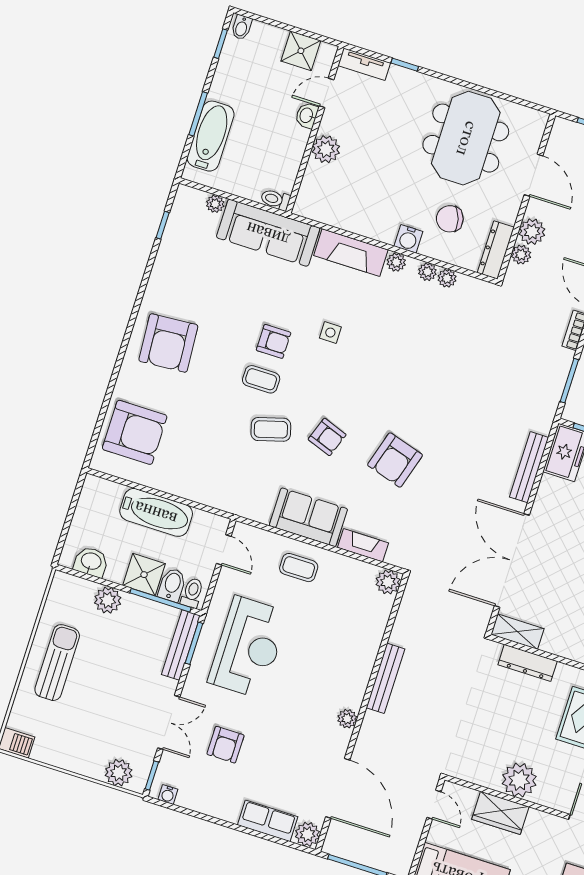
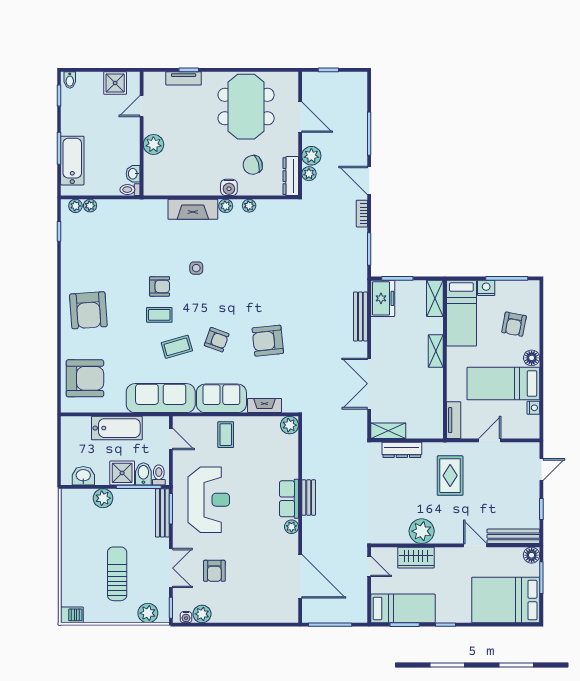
tv unit: (364, 64) -> (184, 78), moved
washbasin: (307, 115) -> (133, 174), moved
sofa: (268, 233) -> (161, 398), moved, turned 180
plant: (447, 278) -> (75, 206), moved
armchair: (395, 460) -> (268, 341), turned 67
double door: (512, 560) -> (369, 384), width x0.73
coffee table: (299, 568) -> (226, 435), turned 90
sun lounger: (57, 663) -> (117, 574), moved
bench: (385, 678) -> (309, 498), width x0.73
row of seats: (268, 821) -> (289, 499), moved, turned -90
plant: (307, 834) -> (202, 614), moved

